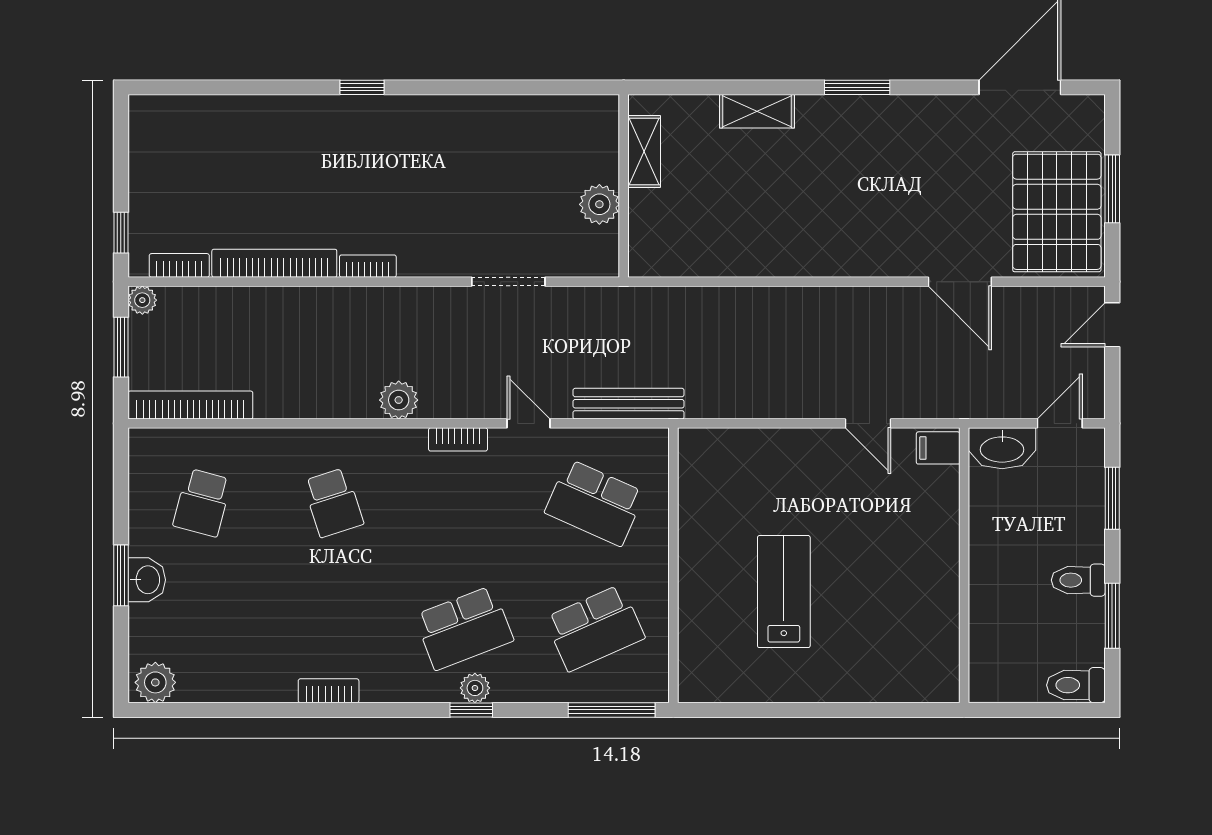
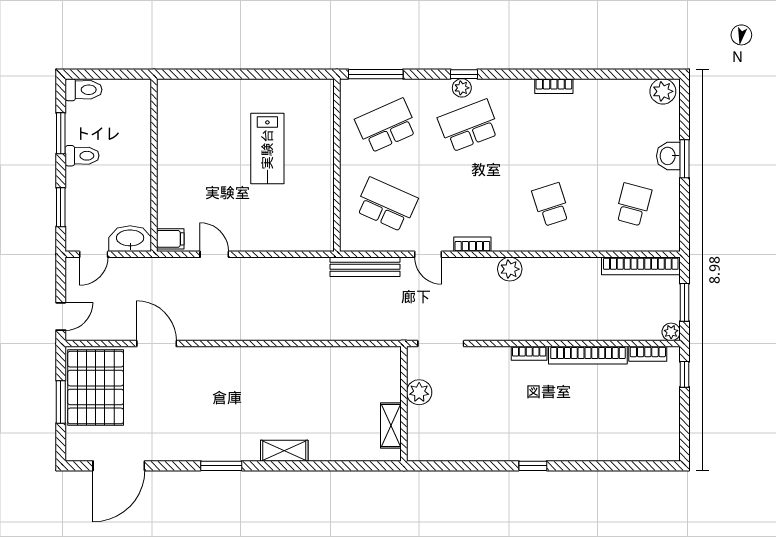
shelving: (644, 151) -> (391, 425), moved
wall: (624, 186) -> (404, 404), moved
plant: (599, 204) -> (419, 392), moved

